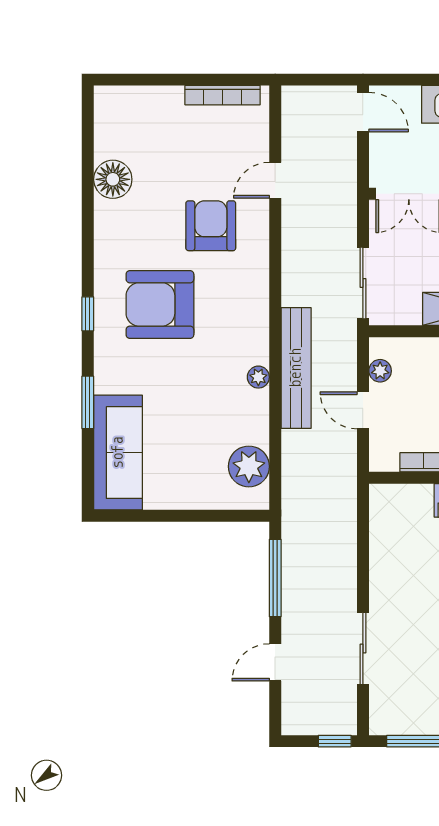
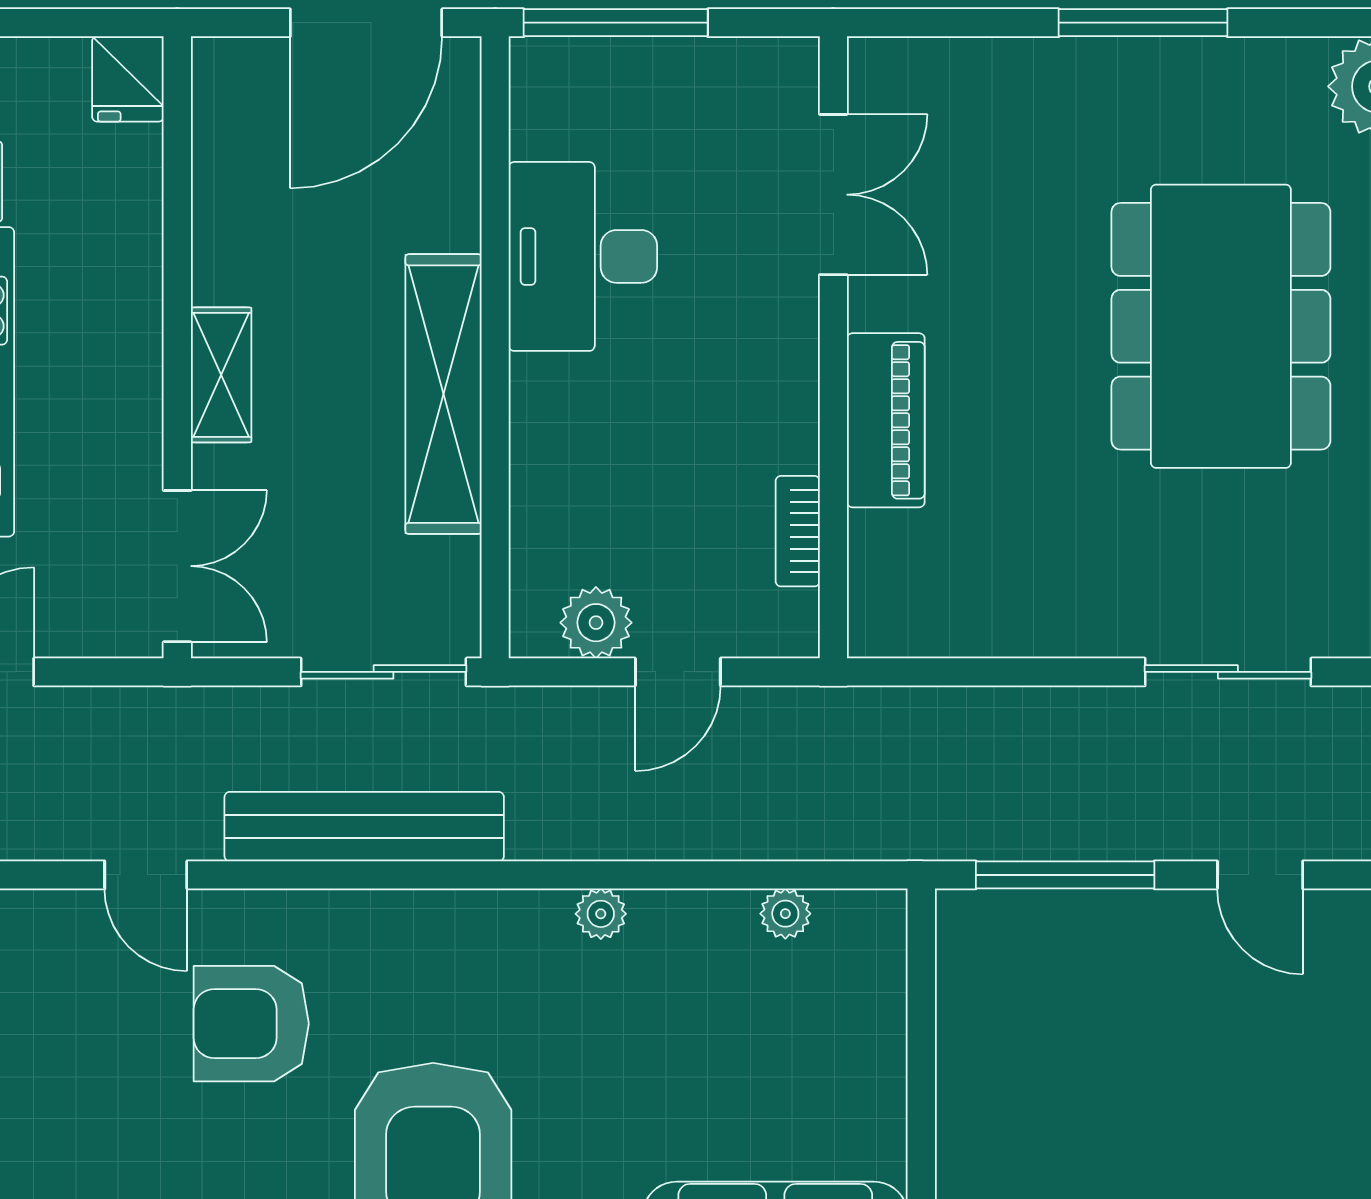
bench: (296, 368) -> (364, 827), moved
plant: (380, 371) -> (596, 623), width x1.38, depth x1.38
plant: (249, 466) -> (785, 914), width x0.53, depth x0.53

